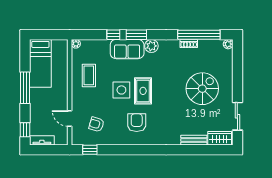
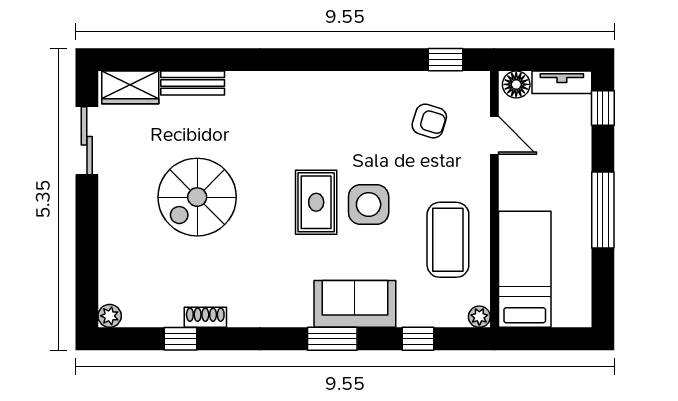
window: (113, 35) -> (418, 339), moved
window: (199, 35) -> (181, 339), width x0.32
plant: (151, 46) -> (296, 311), removed
bed: (40, 63) -> (525, 269), moved
coffee table: (89, 75) -> (448, 240), width x1.36, depth x1.32
spiral stairs: (202, 89) -> (197, 197), moved
armchair: (137, 123) -> (332, 125), removed
floor lamp: (61, 139) -> (516, 84), added

